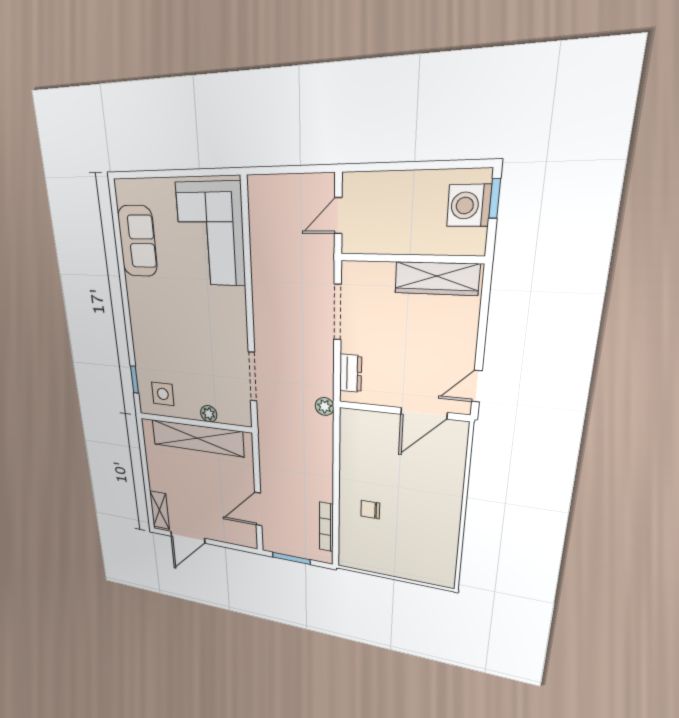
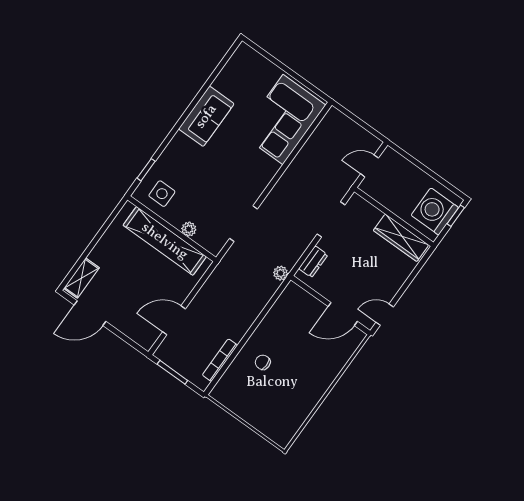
washing machine: (469, 205) -> (435, 211), width x1.37, depth x1.37
sofa: (137, 241) -> (206, 116), moved

